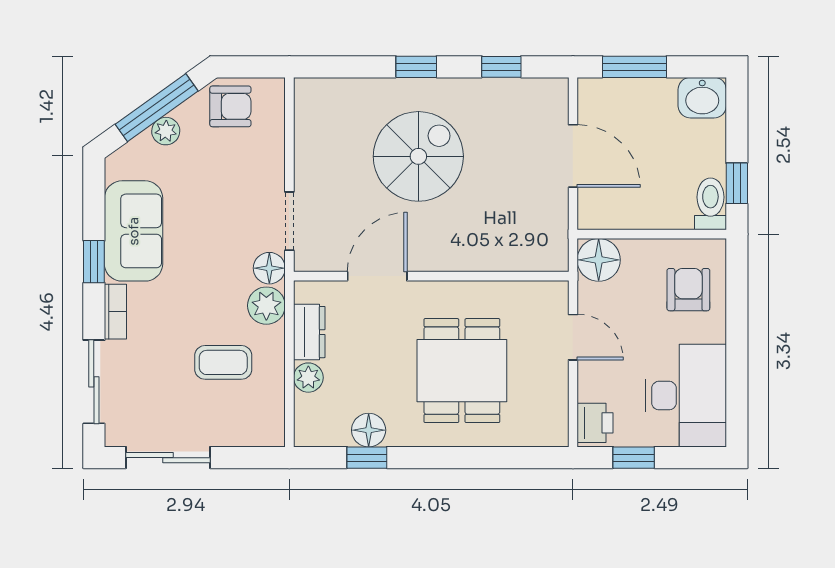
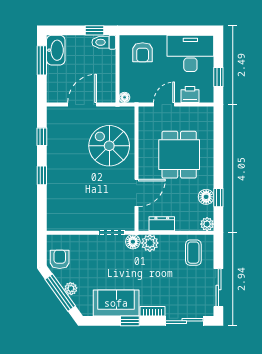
window: (634, 67) -> (42, 60), moved
washbasin: (702, 98) -> (56, 50), width x1.38
spiral stairs: (418, 156) -> (109, 146), moved
floor lamp: (599, 260) -> (125, 97), width x0.53, depth x0.53
door: (377, 276) -> (136, 193), swing flipped
armchair: (688, 290) -> (143, 52), turned -90
coffee table: (223, 362) -> (193, 253), moved
dining table: (462, 371) -> (179, 155), turned 90
plant: (308, 378) -> (207, 224), moved
printer: (595, 423) -> (190, 94), moved

